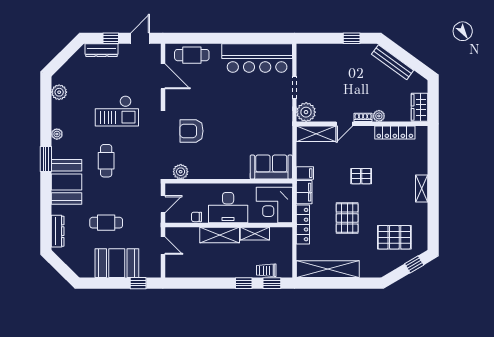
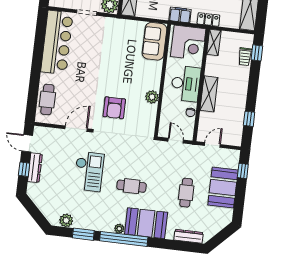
dresser: (102, 50) -> (35, 168), moved
door: (163, 76) -> (76, 129), moved
window: (46, 113) -> (83, 234), added
plant: (57, 134) -> (119, 229), moved
window: (46, 159) -> (124, 239), width x2.11
plant: (181, 172) -> (152, 97), moved
filing cabinet: (305, 173) -> (163, 12), removed
locker: (303, 225) -> (208, 19), width x0.66
shelving: (255, 234) -> (214, 42), moved
window: (244, 283) -> (249, 119), moved

